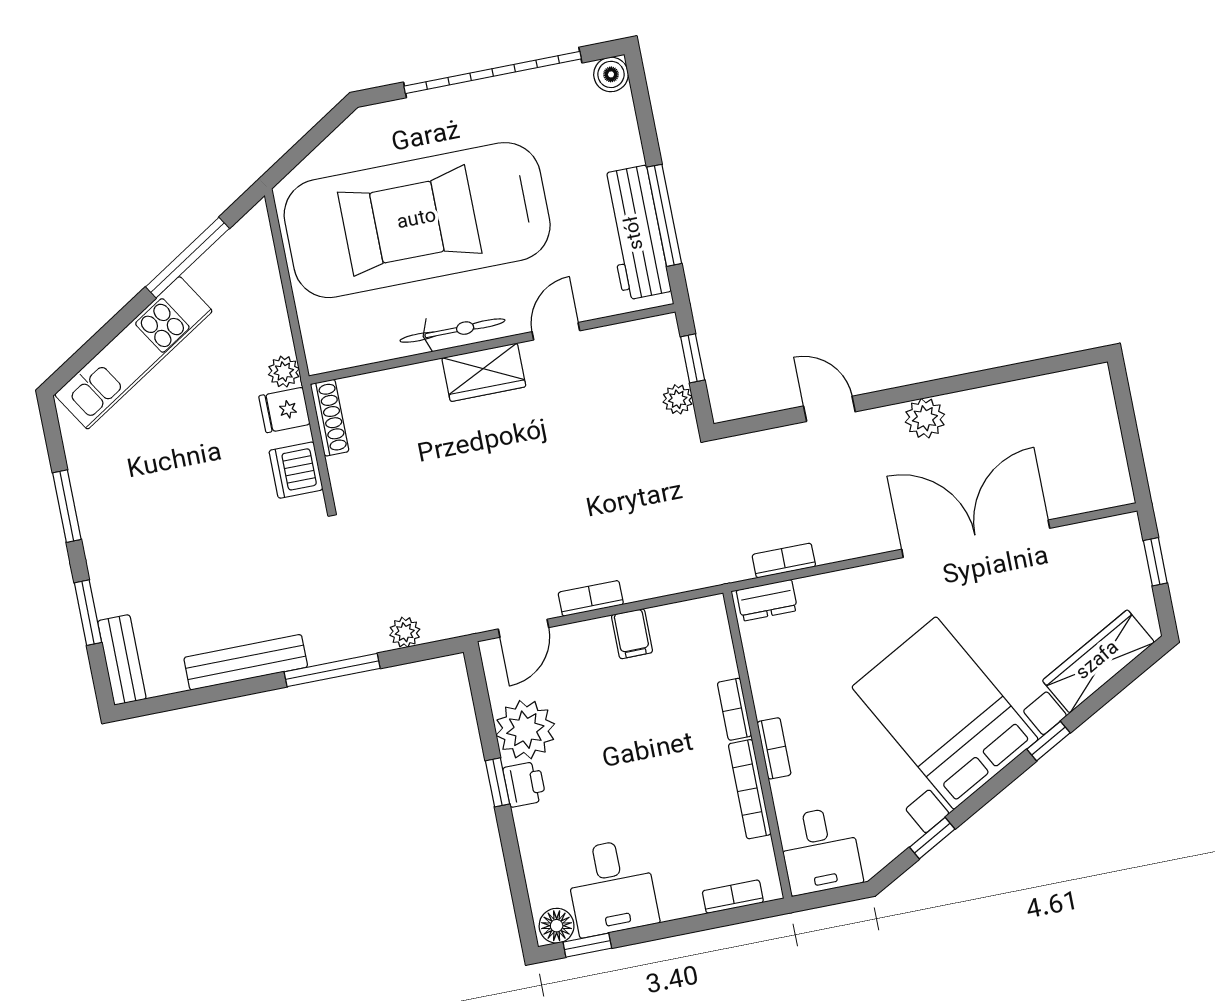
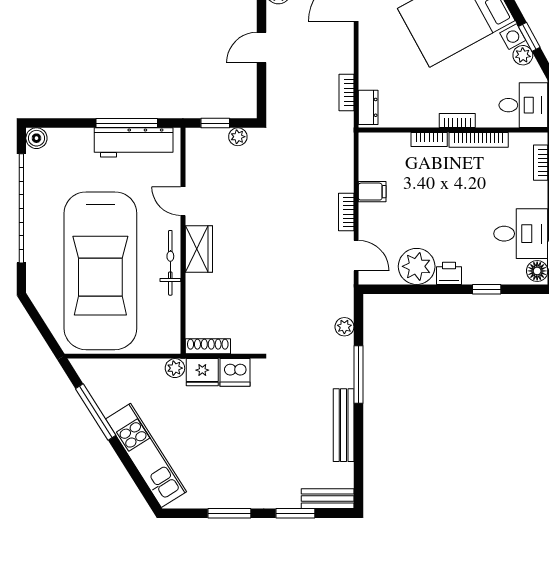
fridge: (284, 410) -> (202, 372), width x1.38
window: (497, 782) -> (487, 289), moved
plant: (901, 834) -> (523, 55), added

